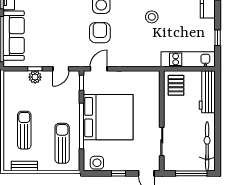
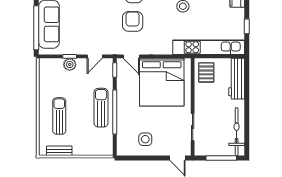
kitchen unit: (188, 59) -> (209, 47), width x1.36
door: (99, 69) -> (131, 56), swing flipped
bed: (108, 117) -> (162, 82), moved, turned 90
sun lounger: (62, 143) -> (101, 108), moved
side table: (97, 163) -> (145, 139), moved
window: (118, 173) -> (151, 158), removed

